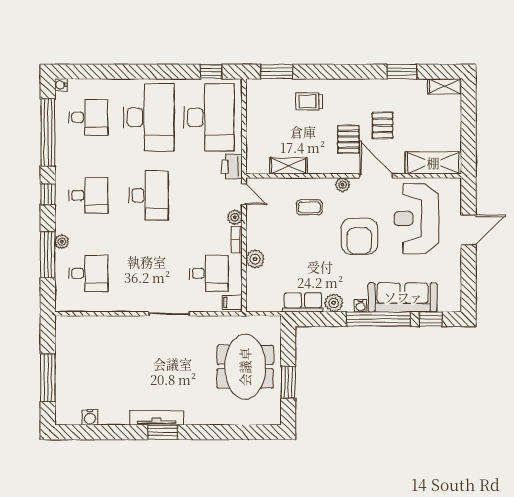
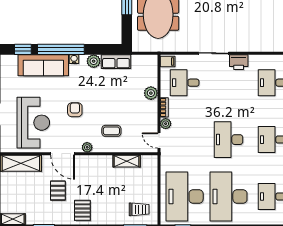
trolley: (309, 101) -> (139, 209), moved
pallet: (348, 139) -> (82, 210), moved
printer: (232, 167) -> (239, 62), moved, turned 90
armchair: (359, 236) -> (75, 110), width x0.53, depth x0.53

